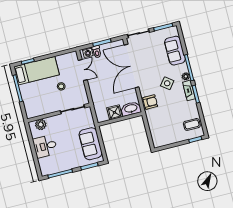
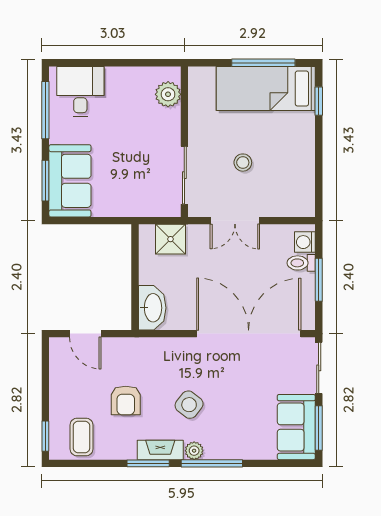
sofa: (175, 51) -> (296, 427), moved, turned -90
double door: (83, 70) -> (235, 221), moved
bed: (37, 71) -> (266, 89), moved, turned 90
armchair: (150, 102) -> (126, 400), moved
shower: (114, 112) -> (171, 239), moved
door: (149, 134) -> (85, 334), added
sofa: (91, 144) -> (70, 181), moved, turned 90
desk: (45, 146) -> (80, 92), moved

